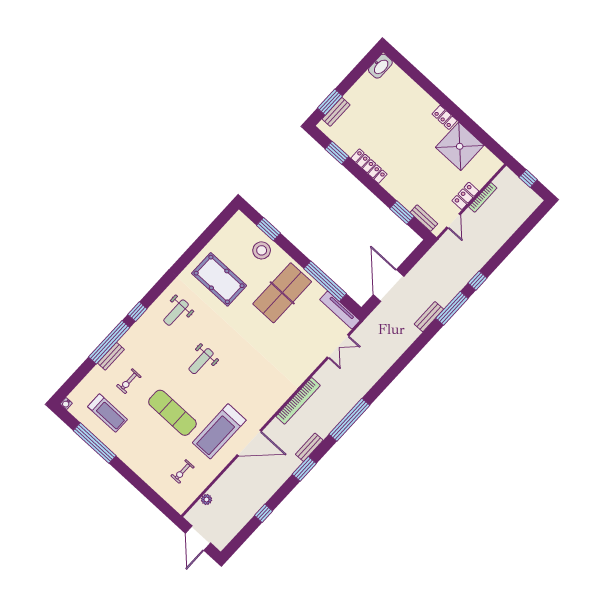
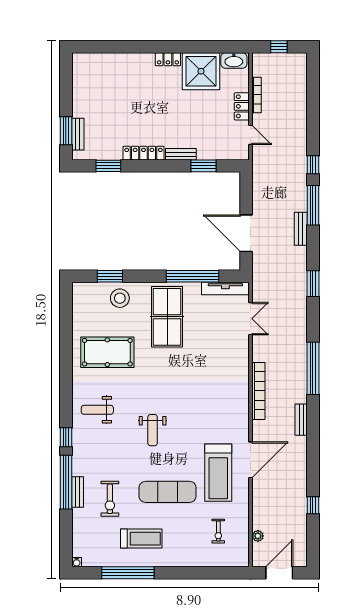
washbasin: (380, 66) -> (234, 60), moved, turned 90
bench: (424, 218) -> (181, 154), moved
weight bench: (176, 313) -> (97, 410), turned 90
exercise bike: (129, 381) -> (110, 499), width x1.38, depth x1.39
treadmill: (108, 413) -> (141, 539), moved
window: (304, 469) -> (313, 284), moved
door: (198, 538) -> (279, 573), swing flipped

